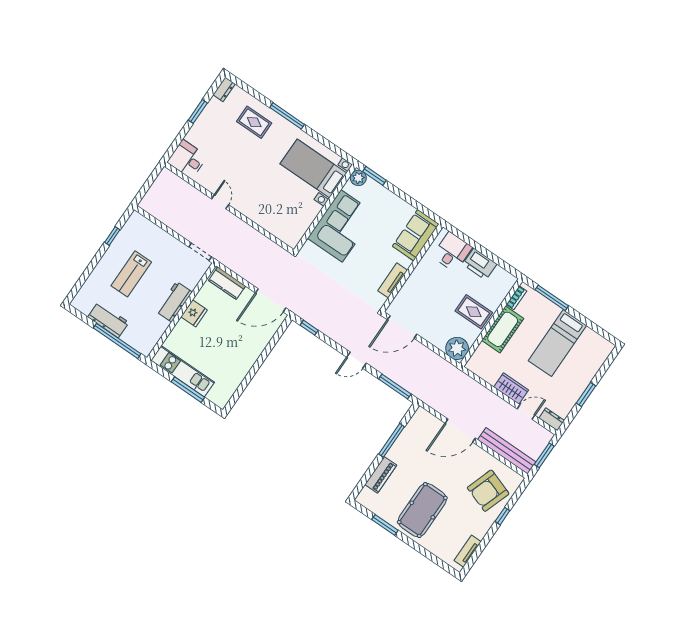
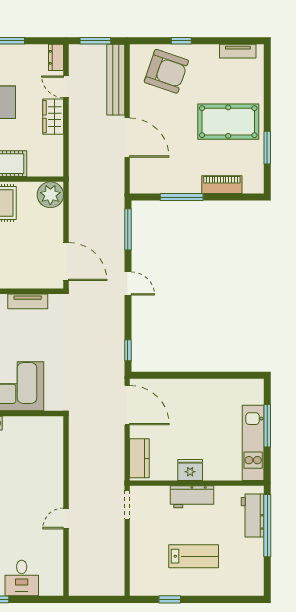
desk: (187, 159) -> (22, 578), moved
workbench: (108, 320) -> (253, 515), moved

